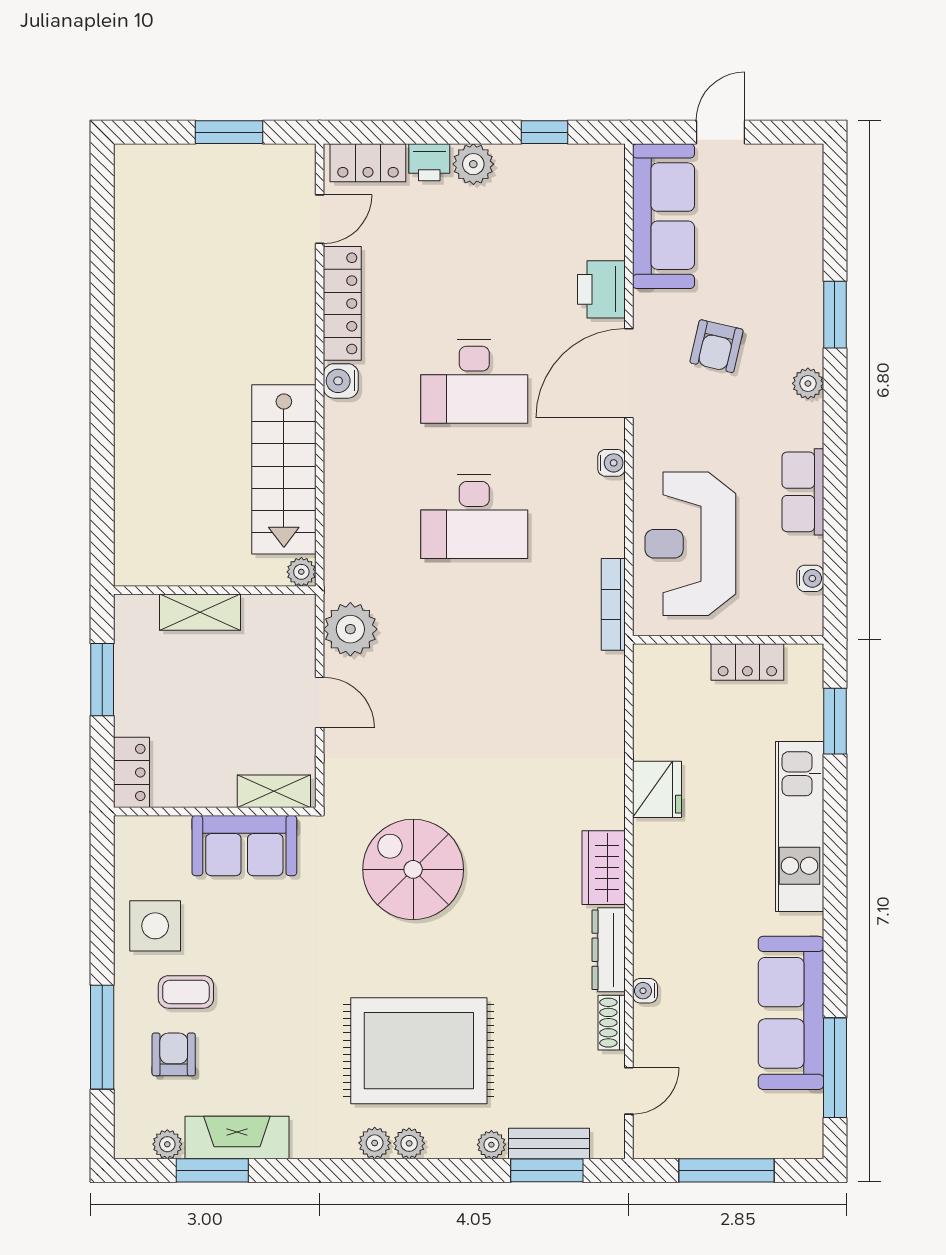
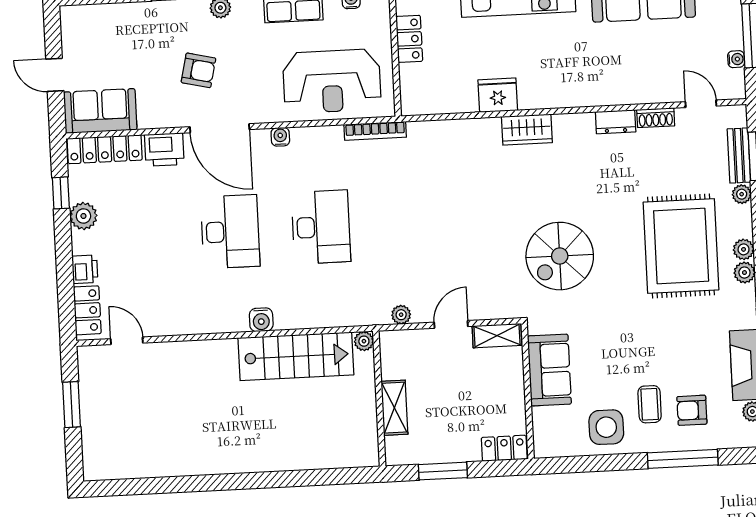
plant: (473, 164) -> (83, 216), moved
sofa: (663, 216) -> (100, 111), width x0.73
locker: (342, 303) -> (105, 149), moved, turned 180
water cooler: (341, 381) -> (261, 320), moved
plant: (350, 629) -> (401, 315), width x0.53, depth x0.53
shelving: (274, 791) -> (497, 336), moved, turned 90
wardrobe: (604, 868) -> (527, 130), moved
dresser: (609, 950) -> (616, 122), width x0.70
water cooler: (645, 991) -> (736, 59), moved, turned -90

